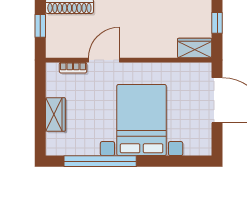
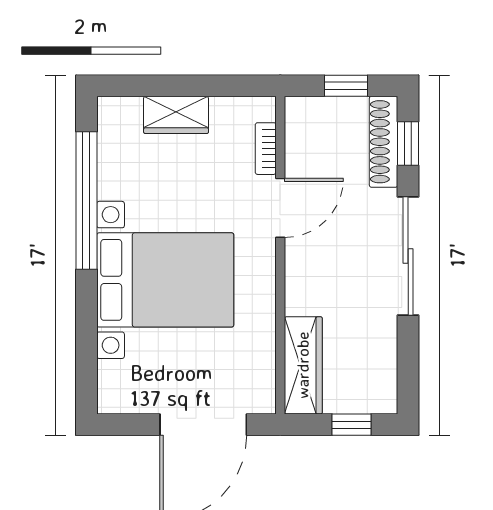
wardrobe: (195, 48) -> (303, 365), width x1.50
door: (104, 60) -> (280, 208), hinge flipped

